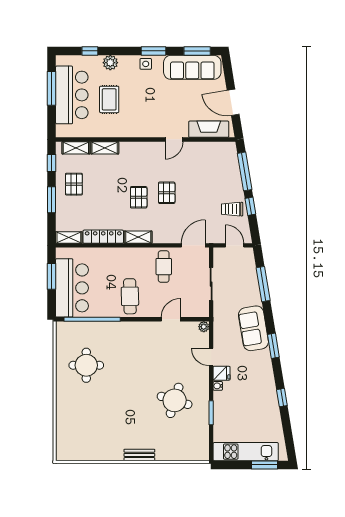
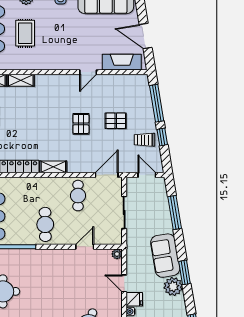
pallet: (139, 197) -> (116, 121), moved, turned 90
plant: (262, 360) -> (173, 286), added

